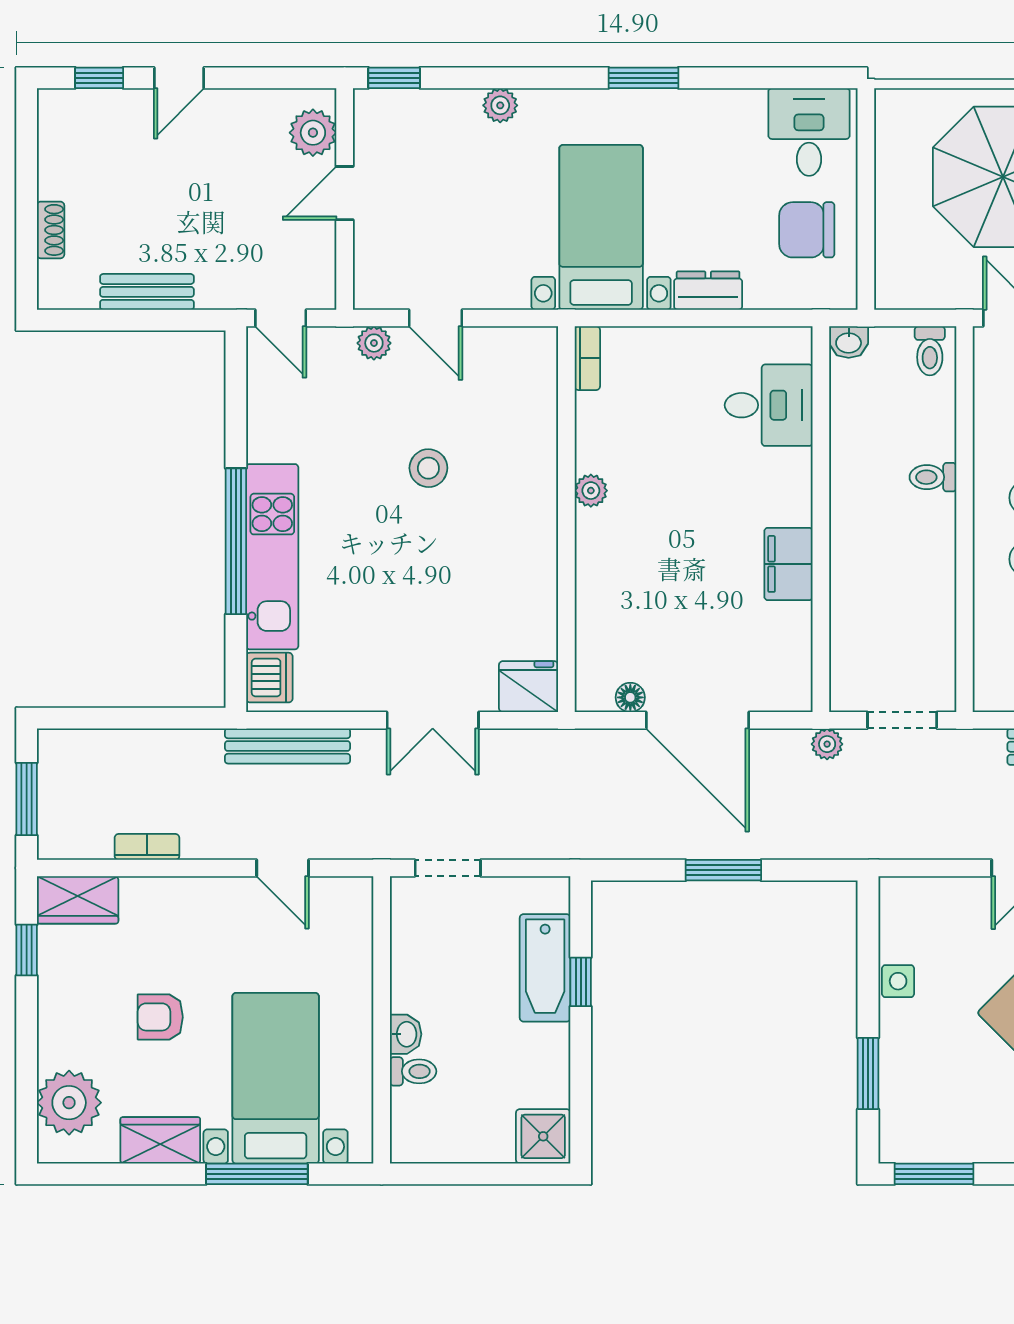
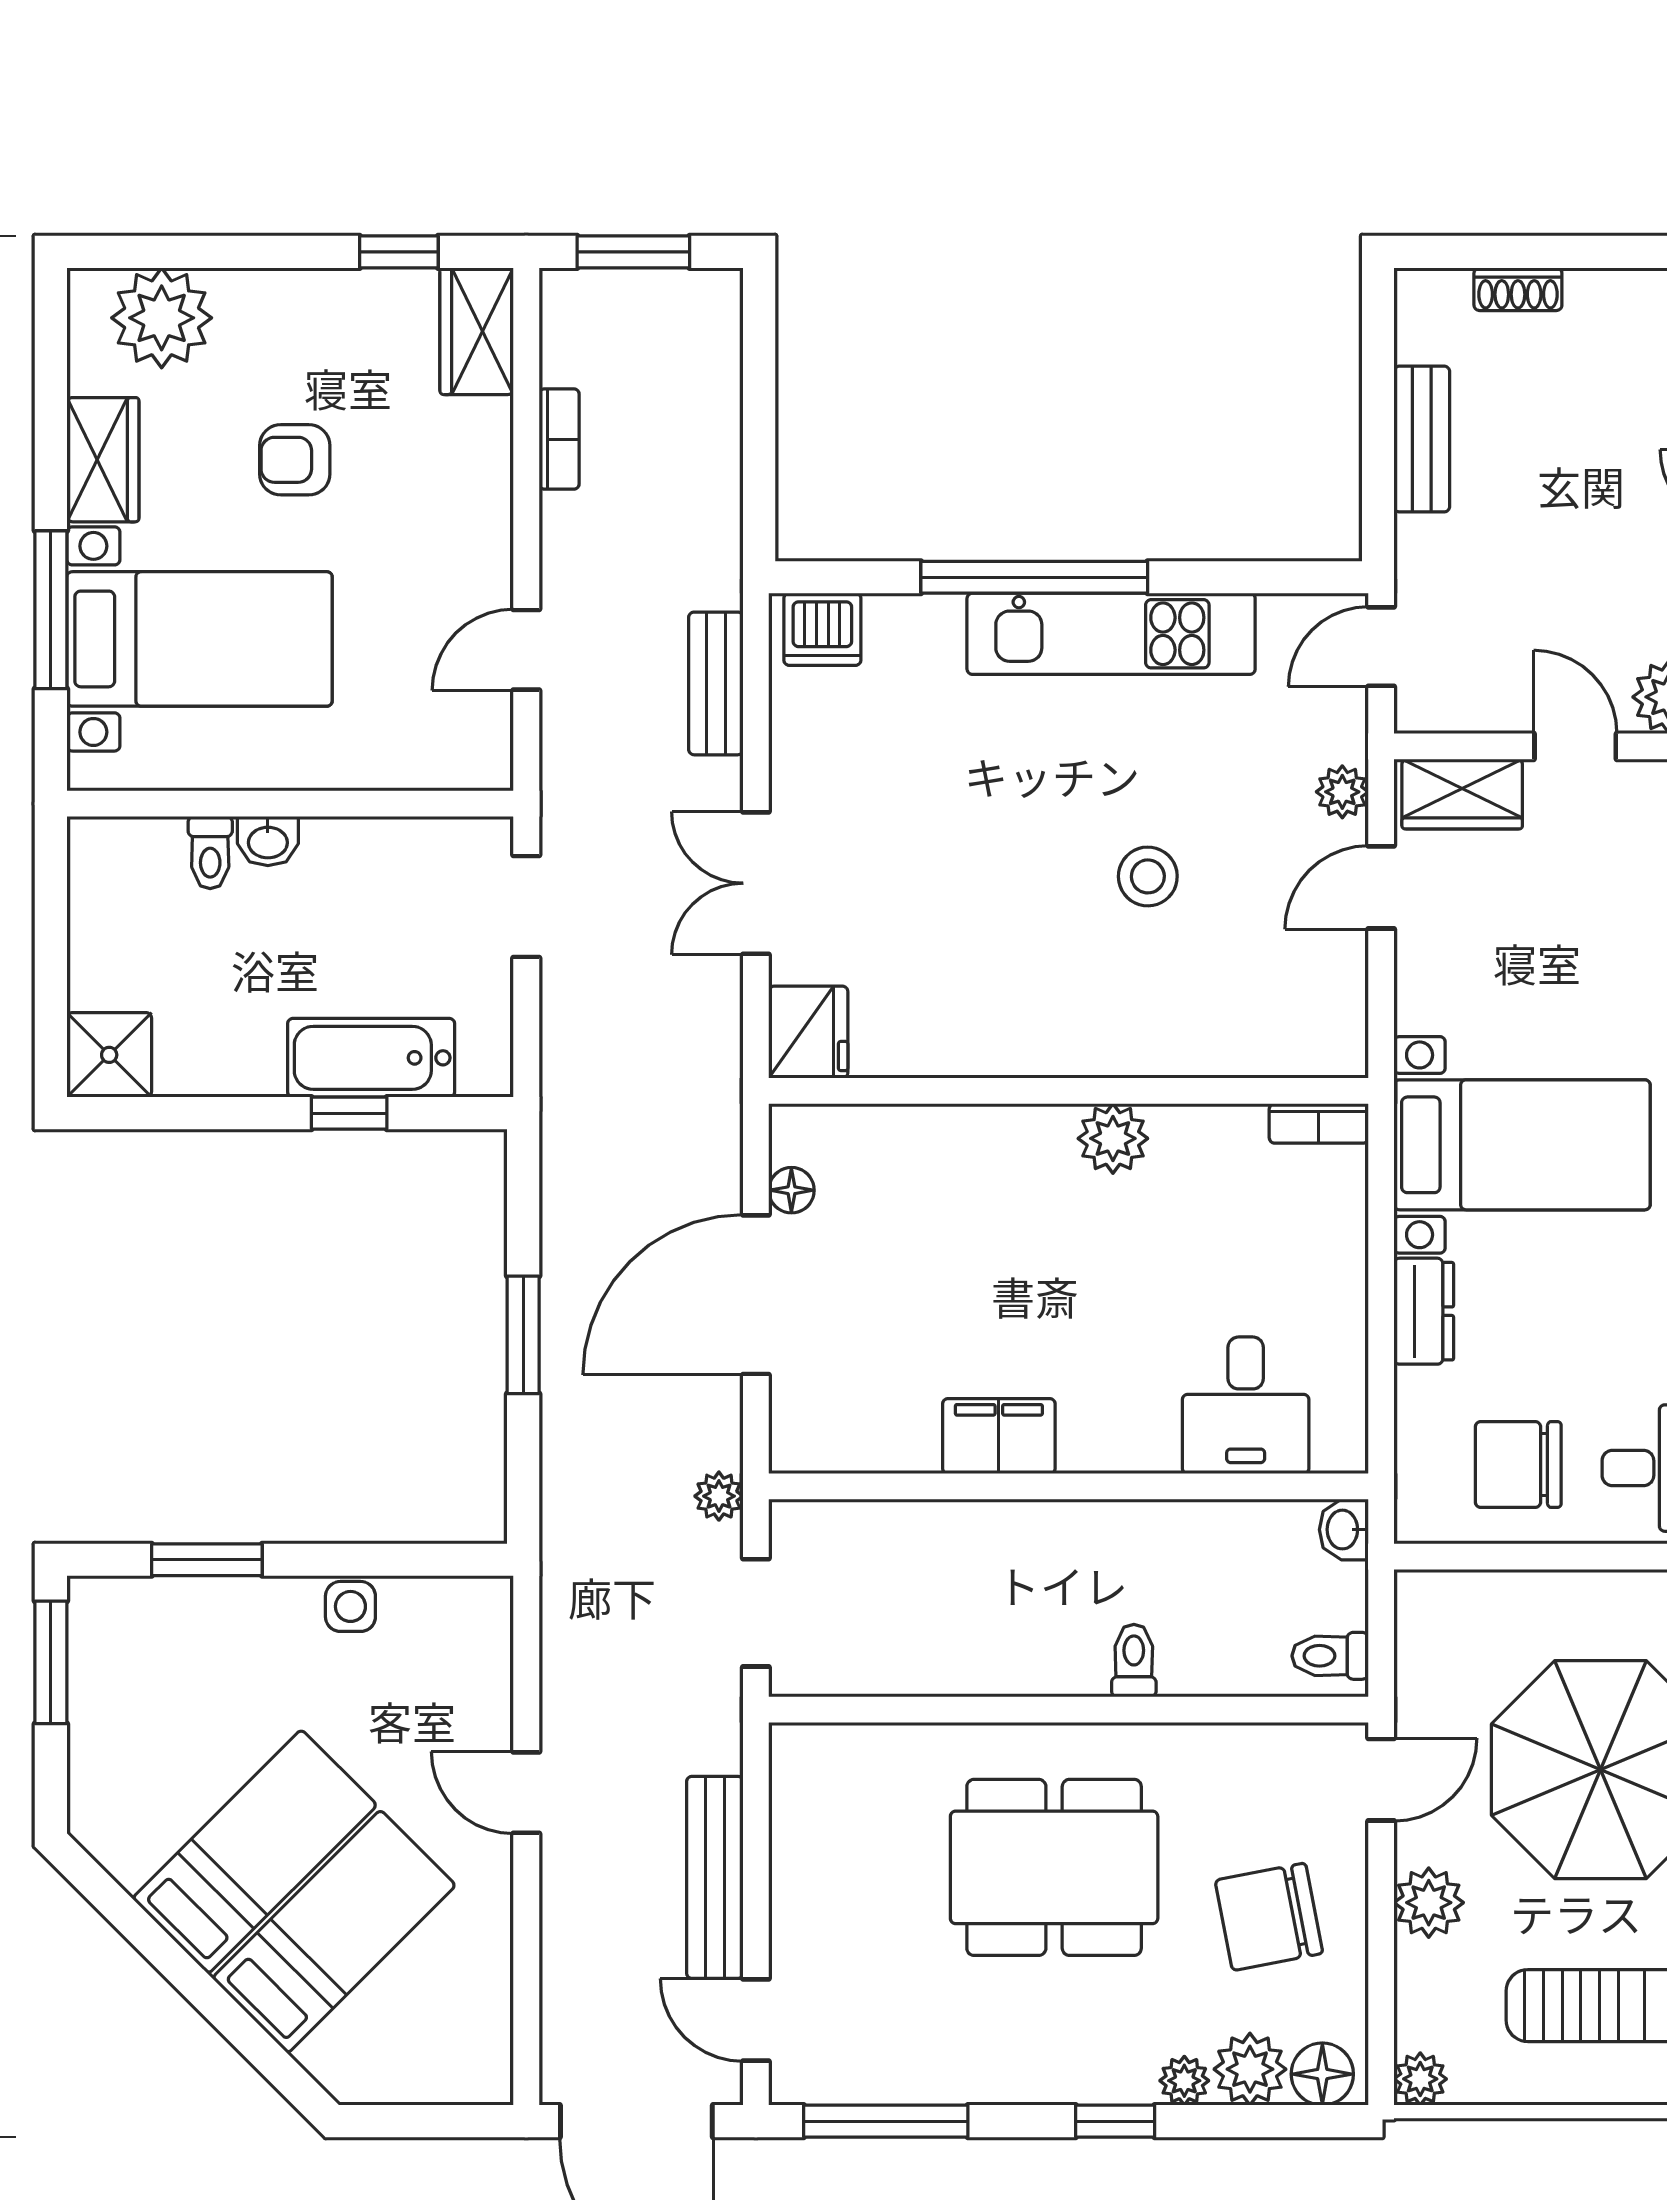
chair: (807, 230) -> (1518, 1464), turned -90
wardrobe: (375, 266) -> (1462, 794), added
plant: (591, 491) -> (1113, 1138), width x1.38, depth x1.38
kitchen unit: (272, 557) -> (1111, 634), moved
bench: (287, 746) -> (716, 683), width x0.73
armchair: (160, 1017) -> (295, 460), turned -90

